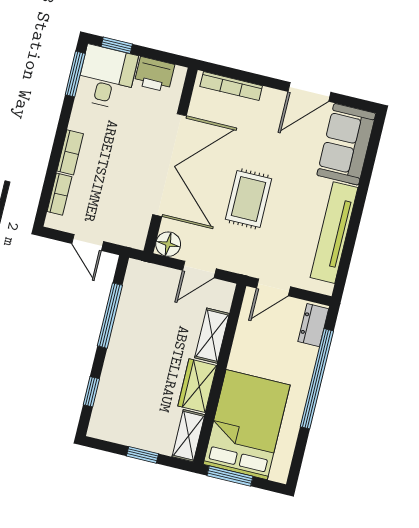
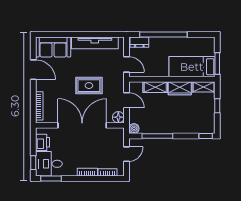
boiler: (137, 271) -> (134, 129), added
window: (91, 392) -> (206, 136), moved
bed: (247, 425) -> (192, 67), width x0.67

